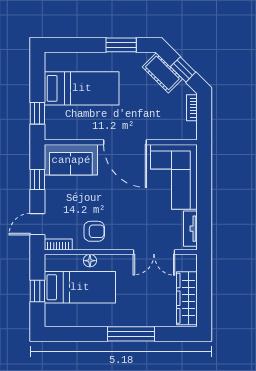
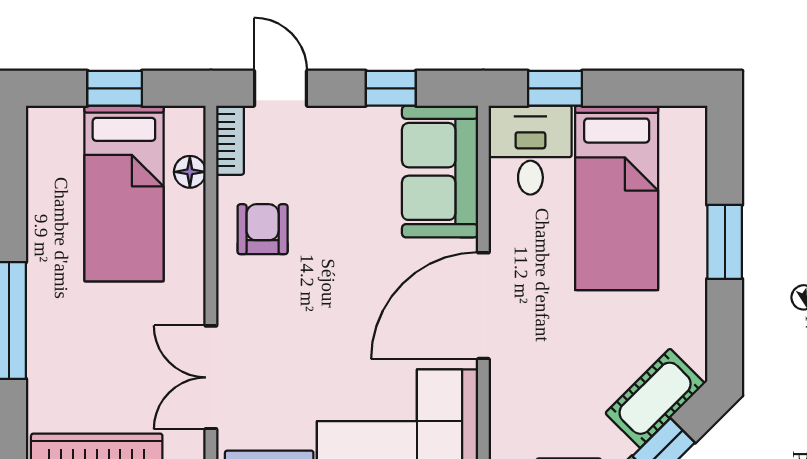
window: (121, 45) -> (725, 242), moved
desk: (62, 123) -> (530, 150), added
armchair: (94, 231) -> (263, 229), turned 180
floor lamp: (90, 261) -> (190, 172), moved

